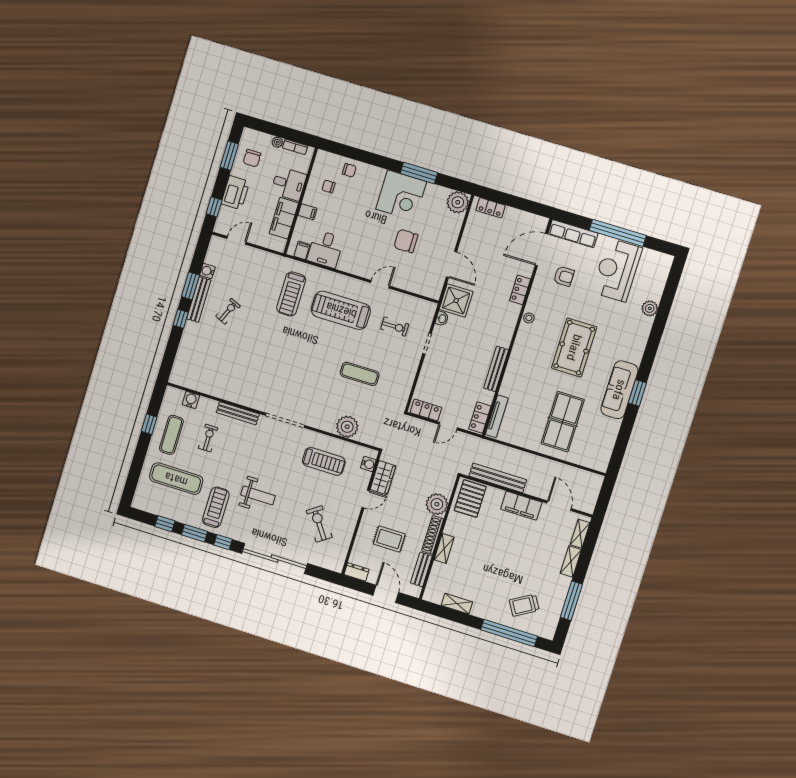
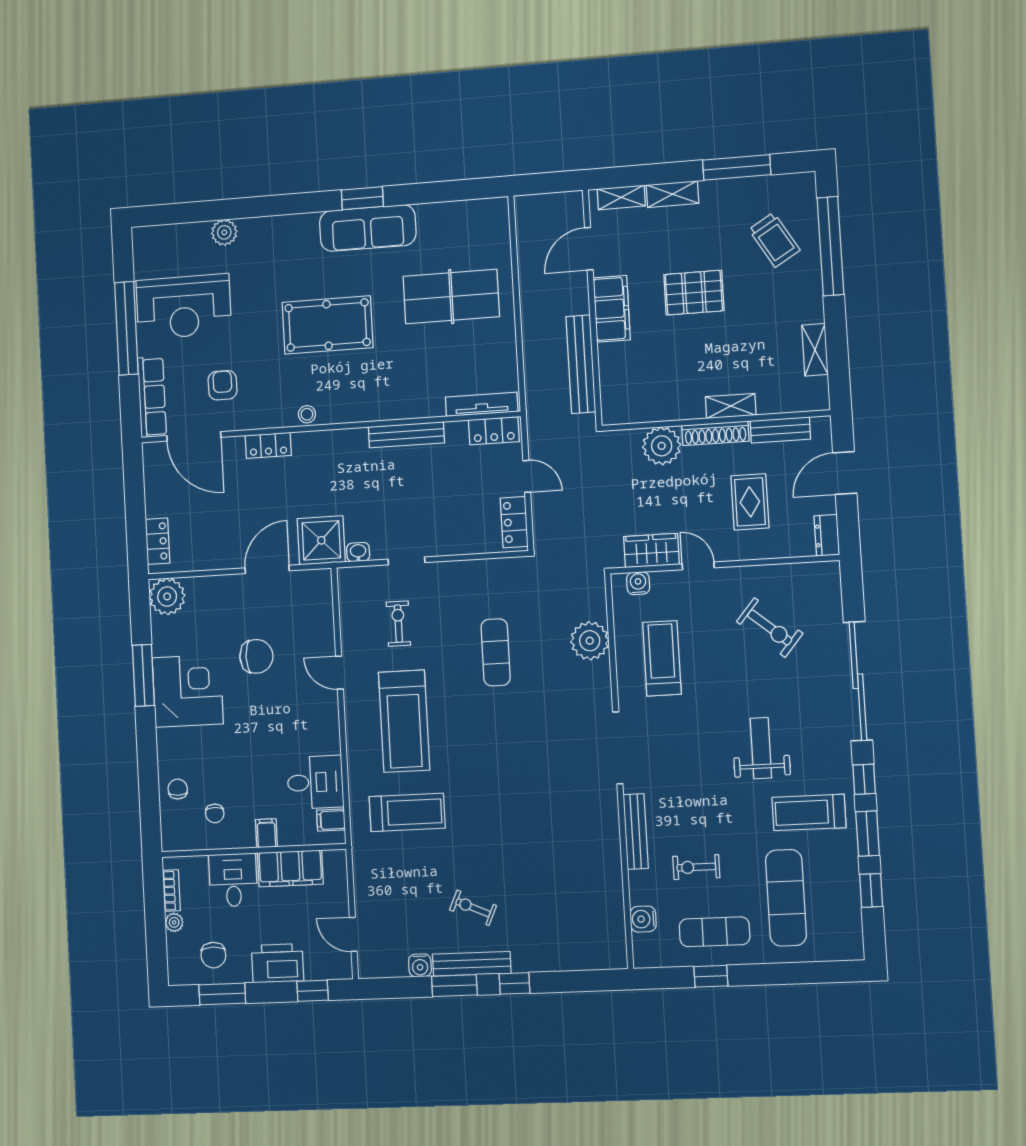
chair: (252, 158) -> (213, 955), turned 89
chair: (406, 241) -> (256, 656), turned -90
pallet: (470, 499) -> (694, 293), moved
exercise bike: (319, 524) -> (770, 628), turned -105

